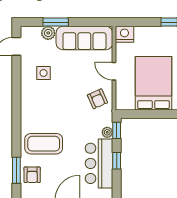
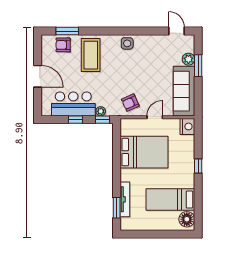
side table: (44, 73) -> (127, 43), moved

